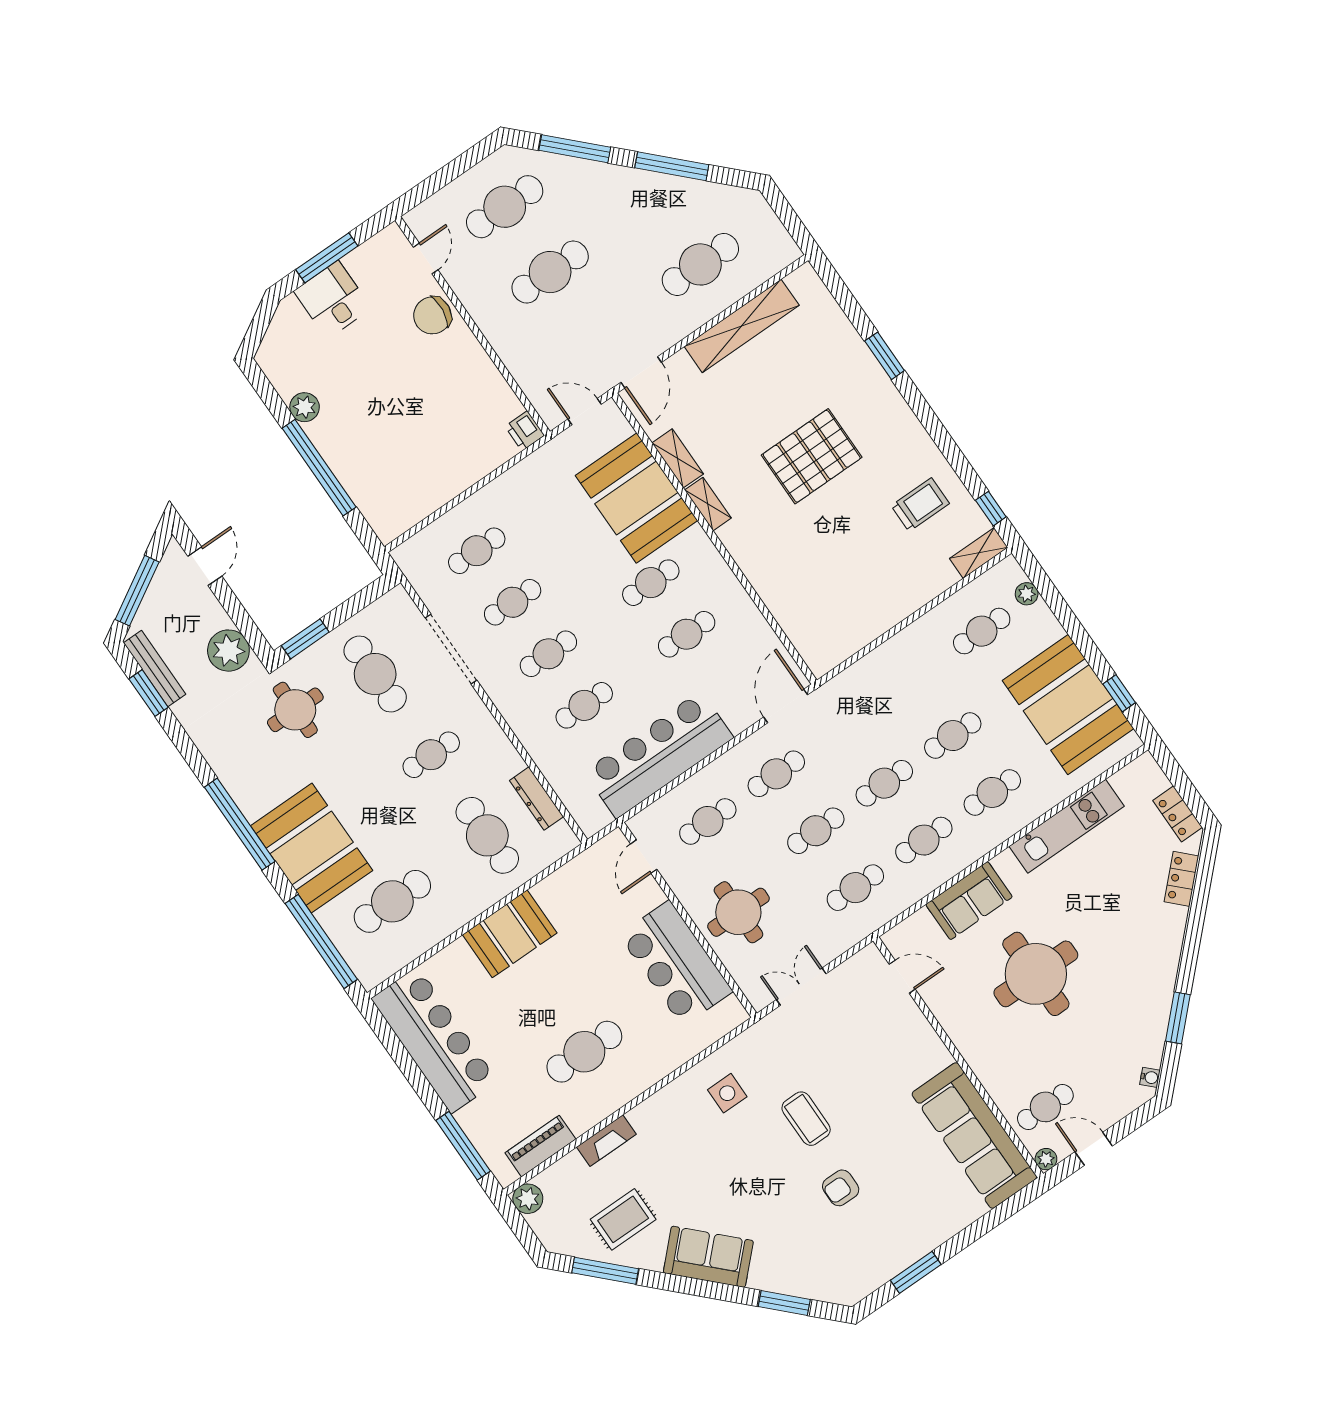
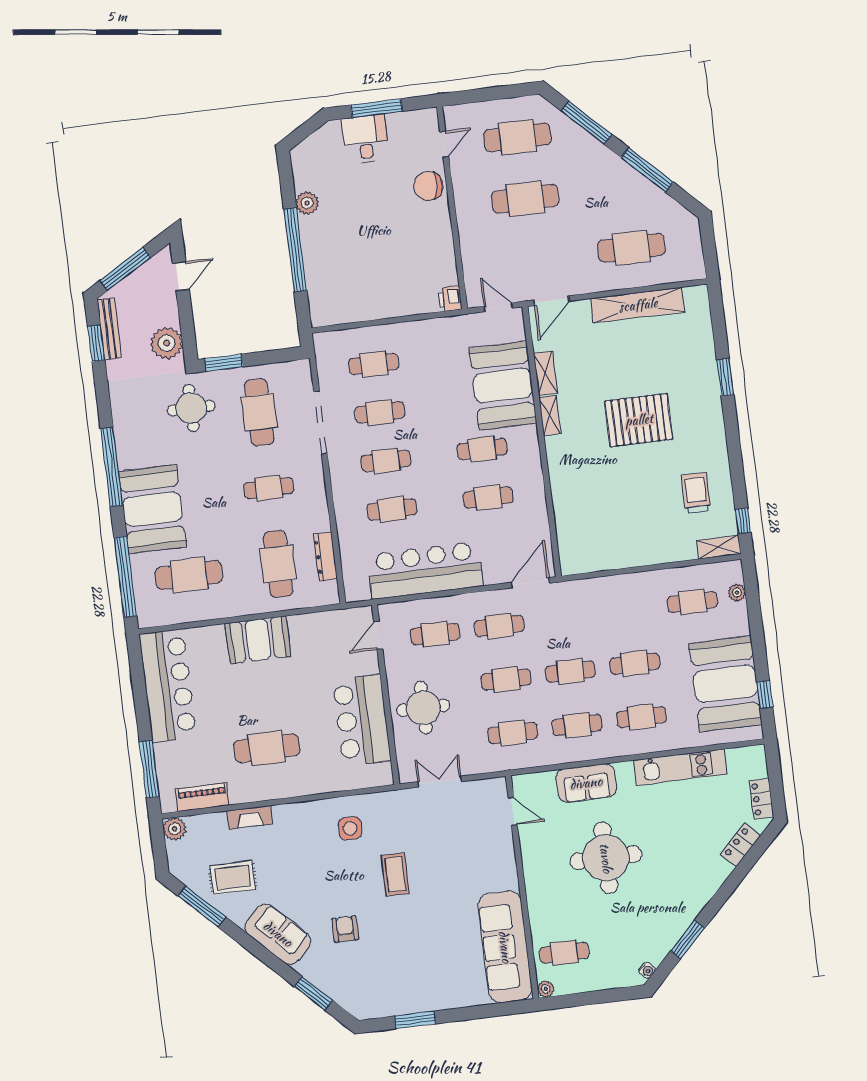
trolley: (920, 505) -> (696, 493), turned -90
door: (1094, 1149) -> (582, 999), removed
armchair: (841, 1188) -> (345, 929), moved, turned 90

